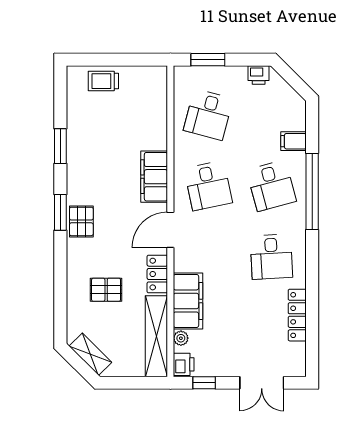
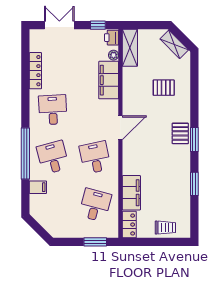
printer: (259, 75) -> (61, 232), removed
filing cabinet: (154, 177) -> (131, 193), moved
locker: (157, 274) -> (129, 225), moved
shelving: (156, 336) -> (130, 48), width x0.68

